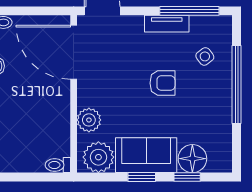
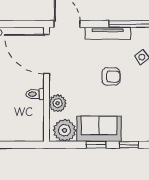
tv unit: (167, 24) -> (108, 33), width x1.41
floor lamp: (192, 159) -> (133, 131), removed
toilet: (58, 165) -> (35, 94), moved

